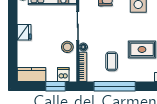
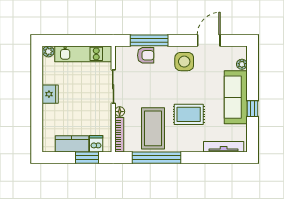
stool: (67, 47) -> (101, 111), removed
coffee table: (112, 61) -> (153, 128), width x1.86, depth x1.72
kitchen counter: (32, 75) -> (72, 144), moved

